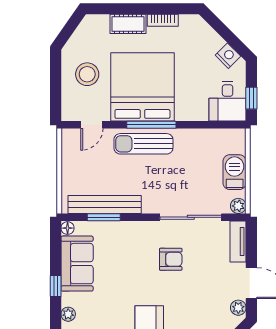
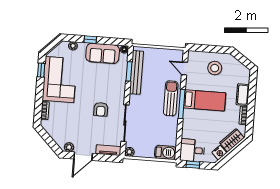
wardrobe: (206, 36) -> (232, 140), added
bed: (142, 87) -> (205, 100), width x0.49
barbecue: (235, 172) -> (165, 152), moved

